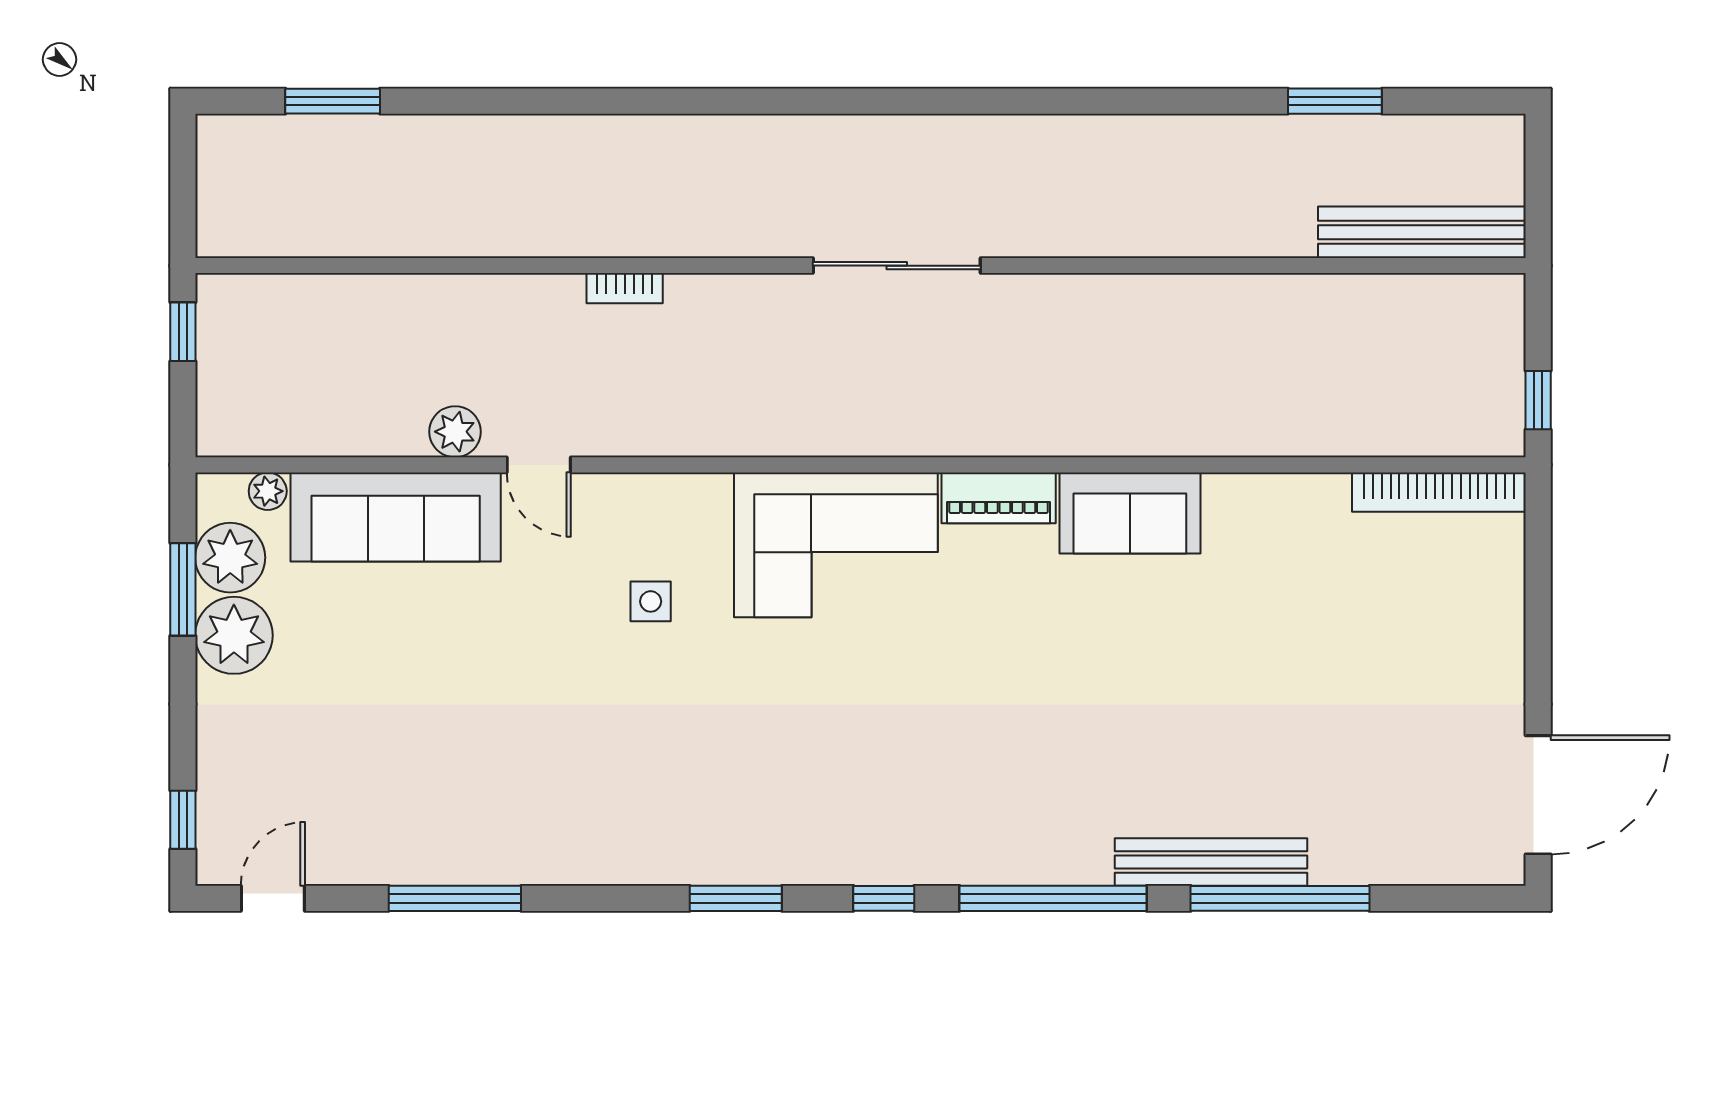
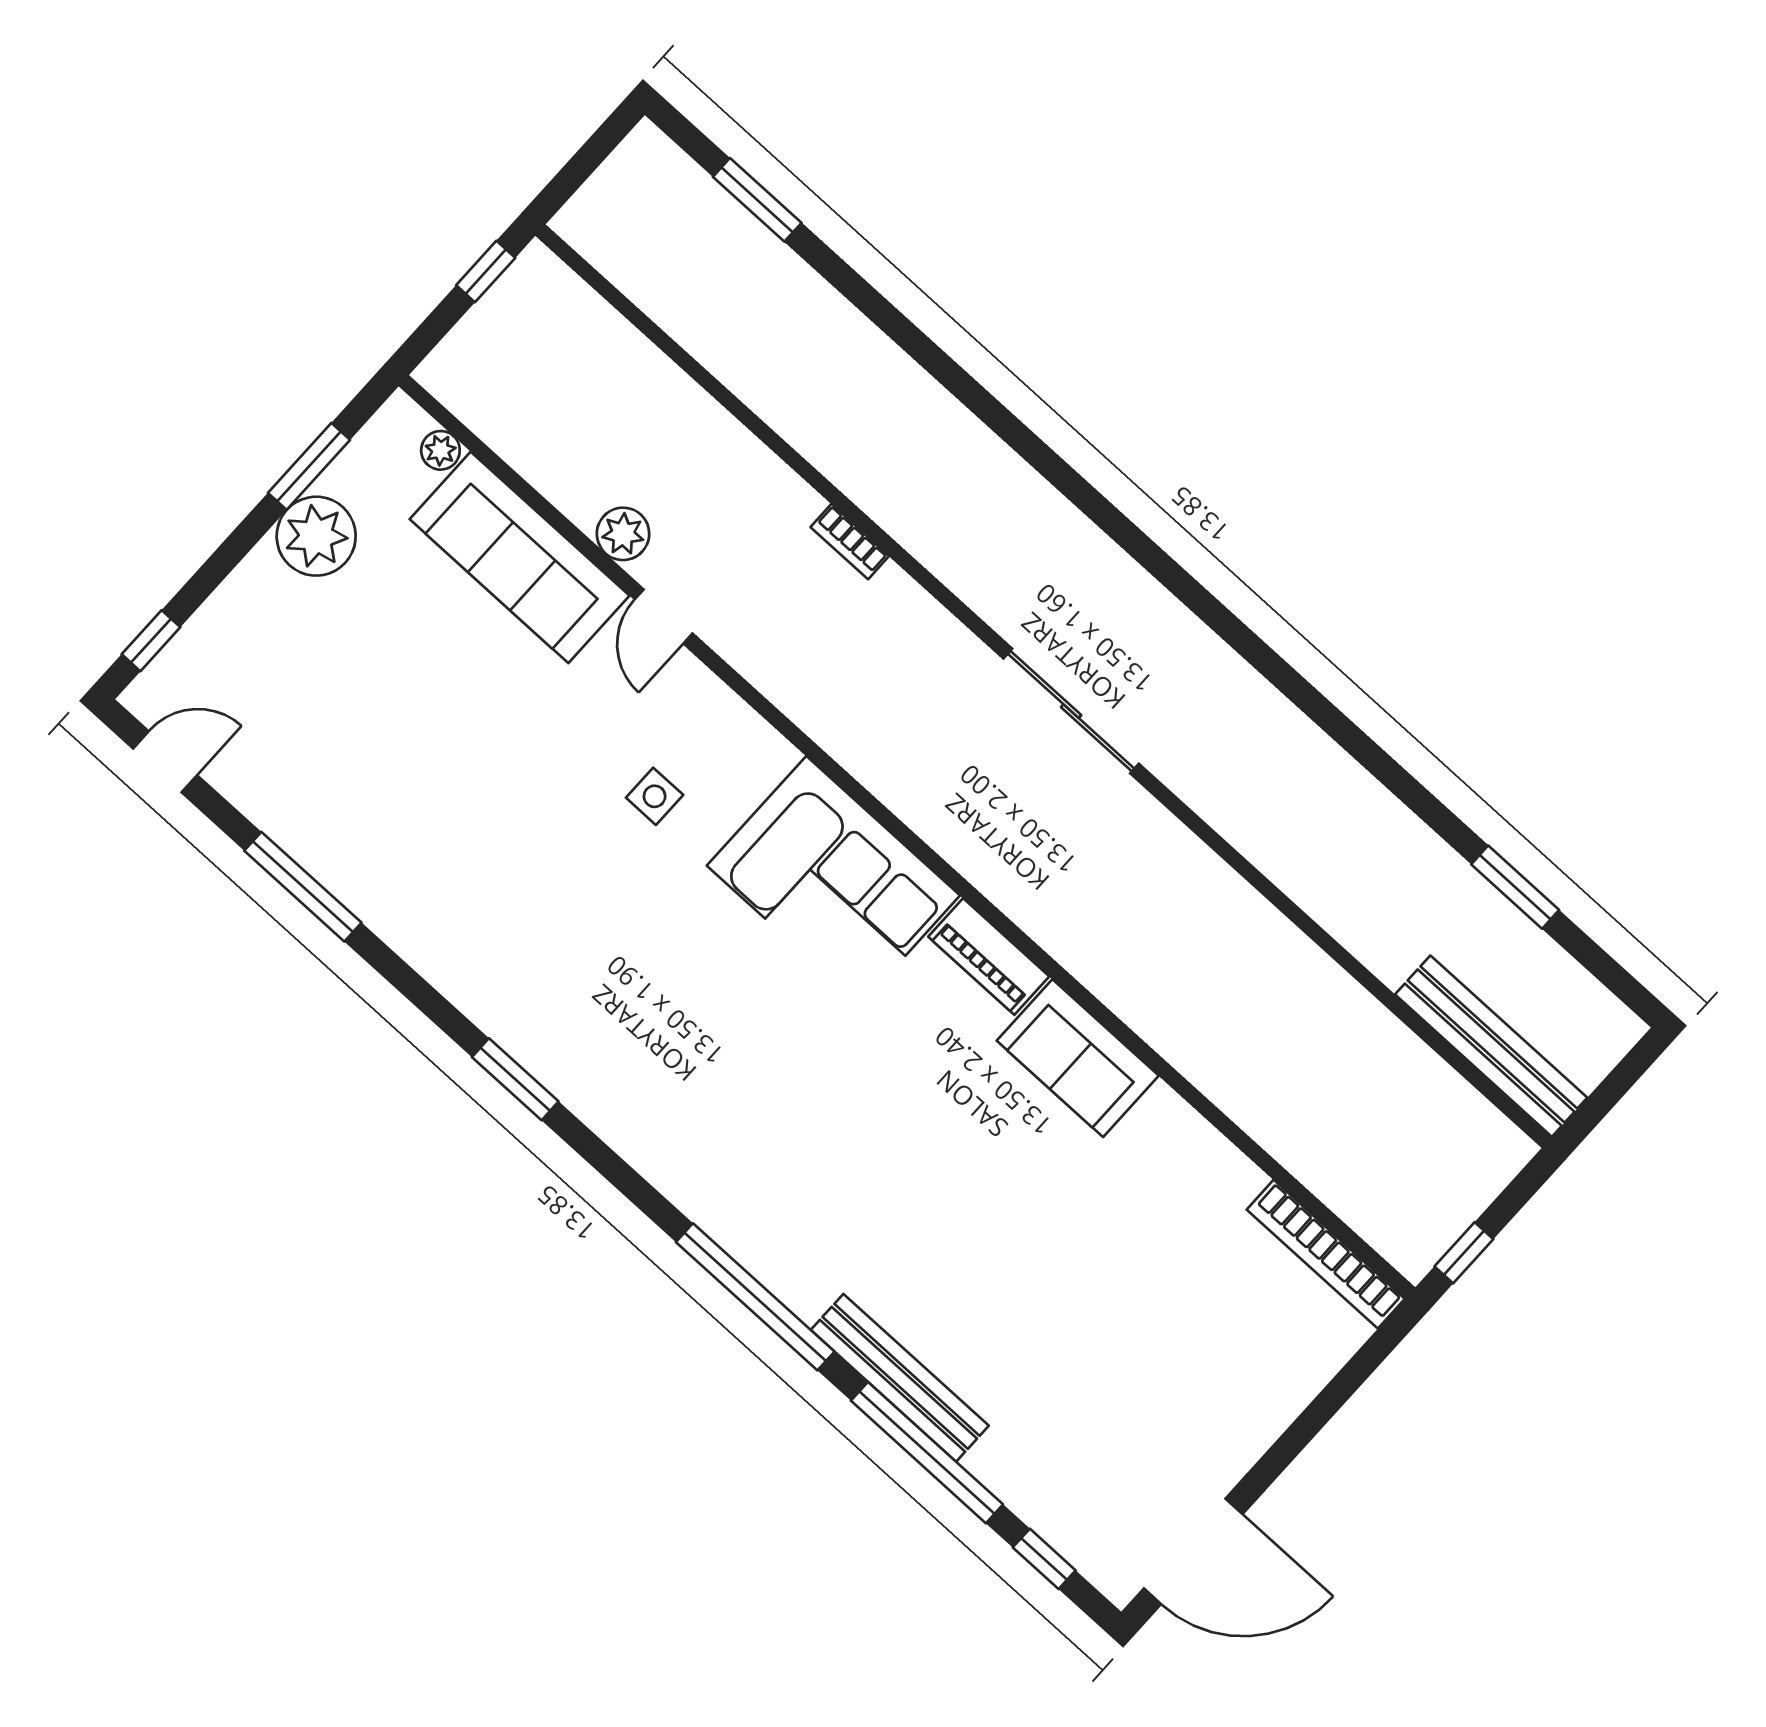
plant: (230, 558) -> (367, 475), removed
window: (884, 898) -> (1044, 1559), moved

